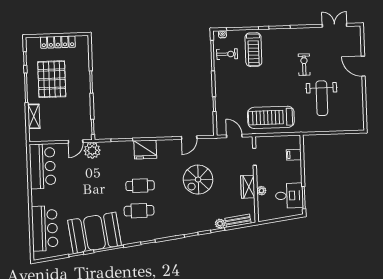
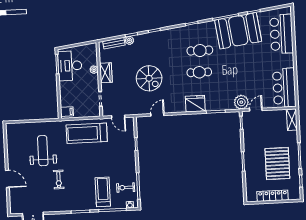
shelving: (34, 116) -> (292, 120), moved
treadmill: (271, 117) -> (87, 133), turned 180
filing cabinet: (294, 155) -> (67, 112), moved
spiral stairs: (198, 180) -> (149, 78), turned 90
desk: (289, 196) -> (70, 66), width x1.37

